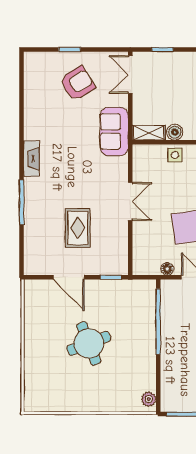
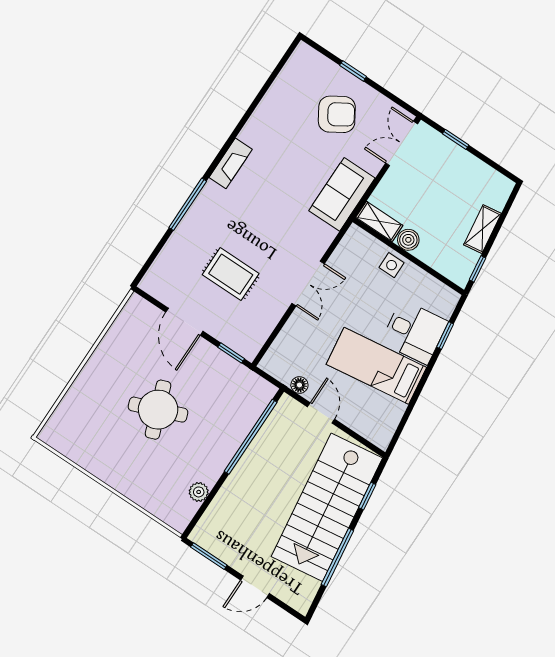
rug: (78, 228) -> (231, 274), turned 90
plant: (149, 399) -> (199, 492), moved

